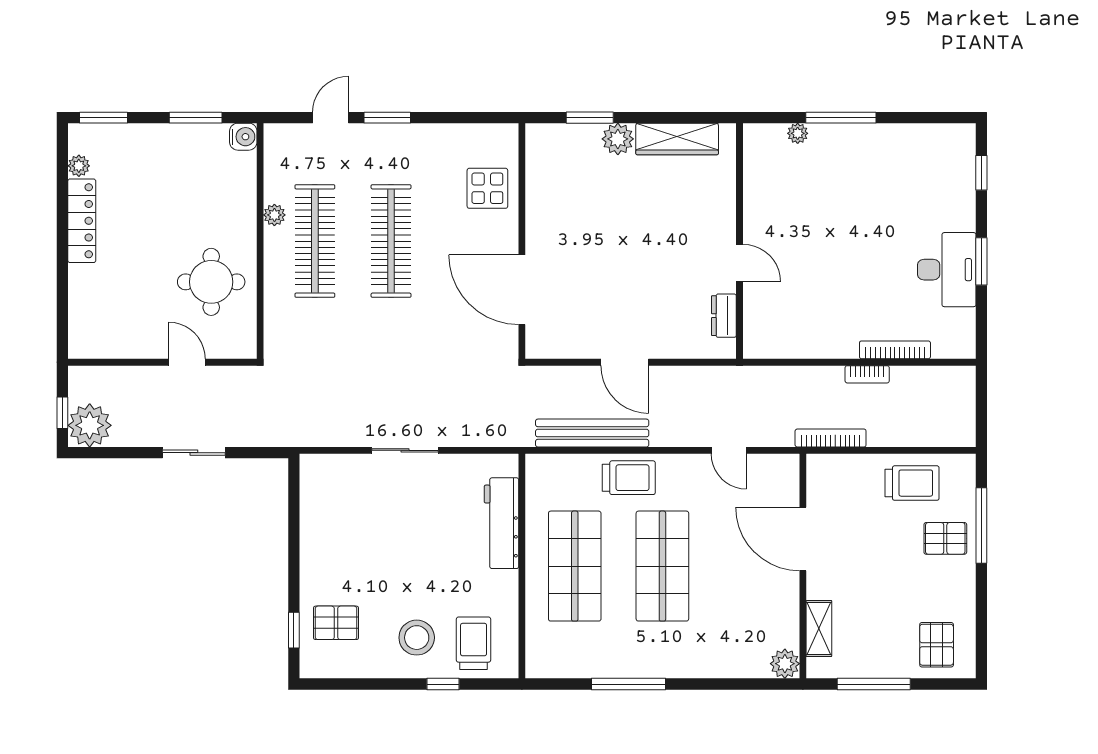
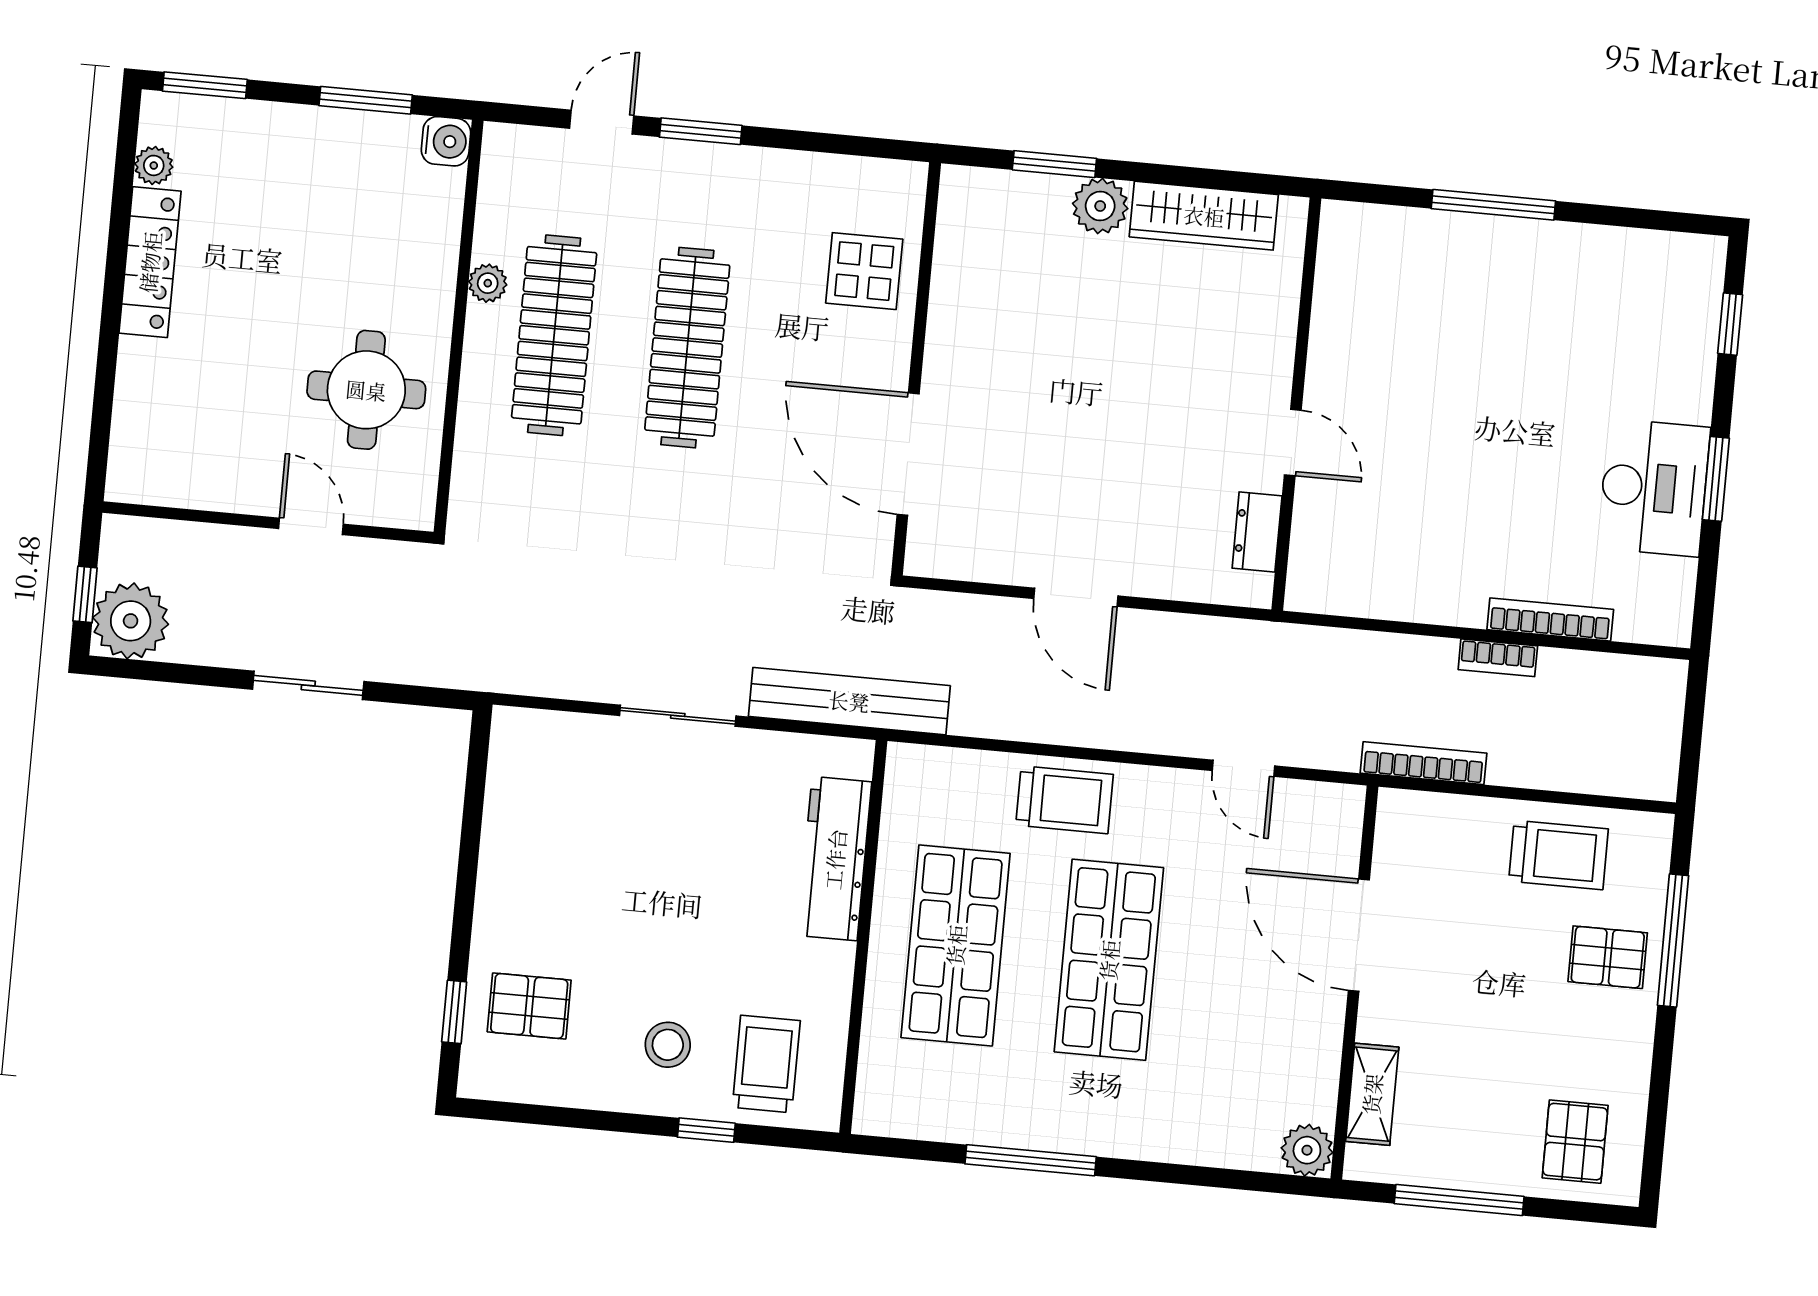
plant: (798, 133) -> (1415, 225), removed
bench: (592, 433) -> (849, 701), moved
stool: (417, 638) -> (668, 1045), width x0.73, depth x0.73

